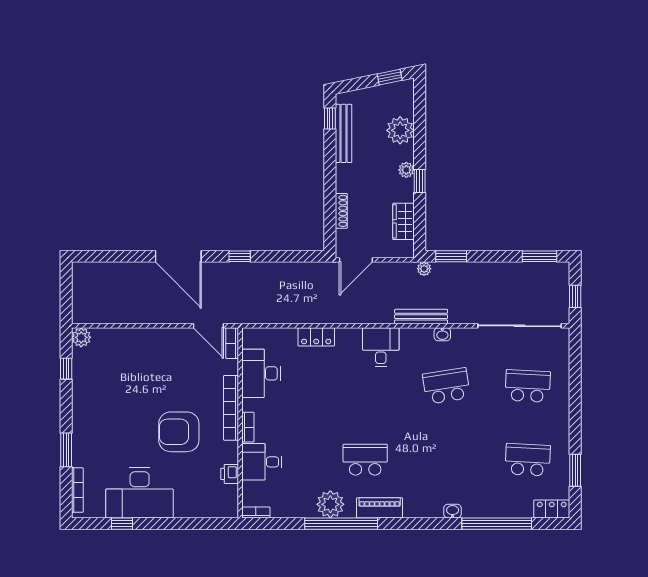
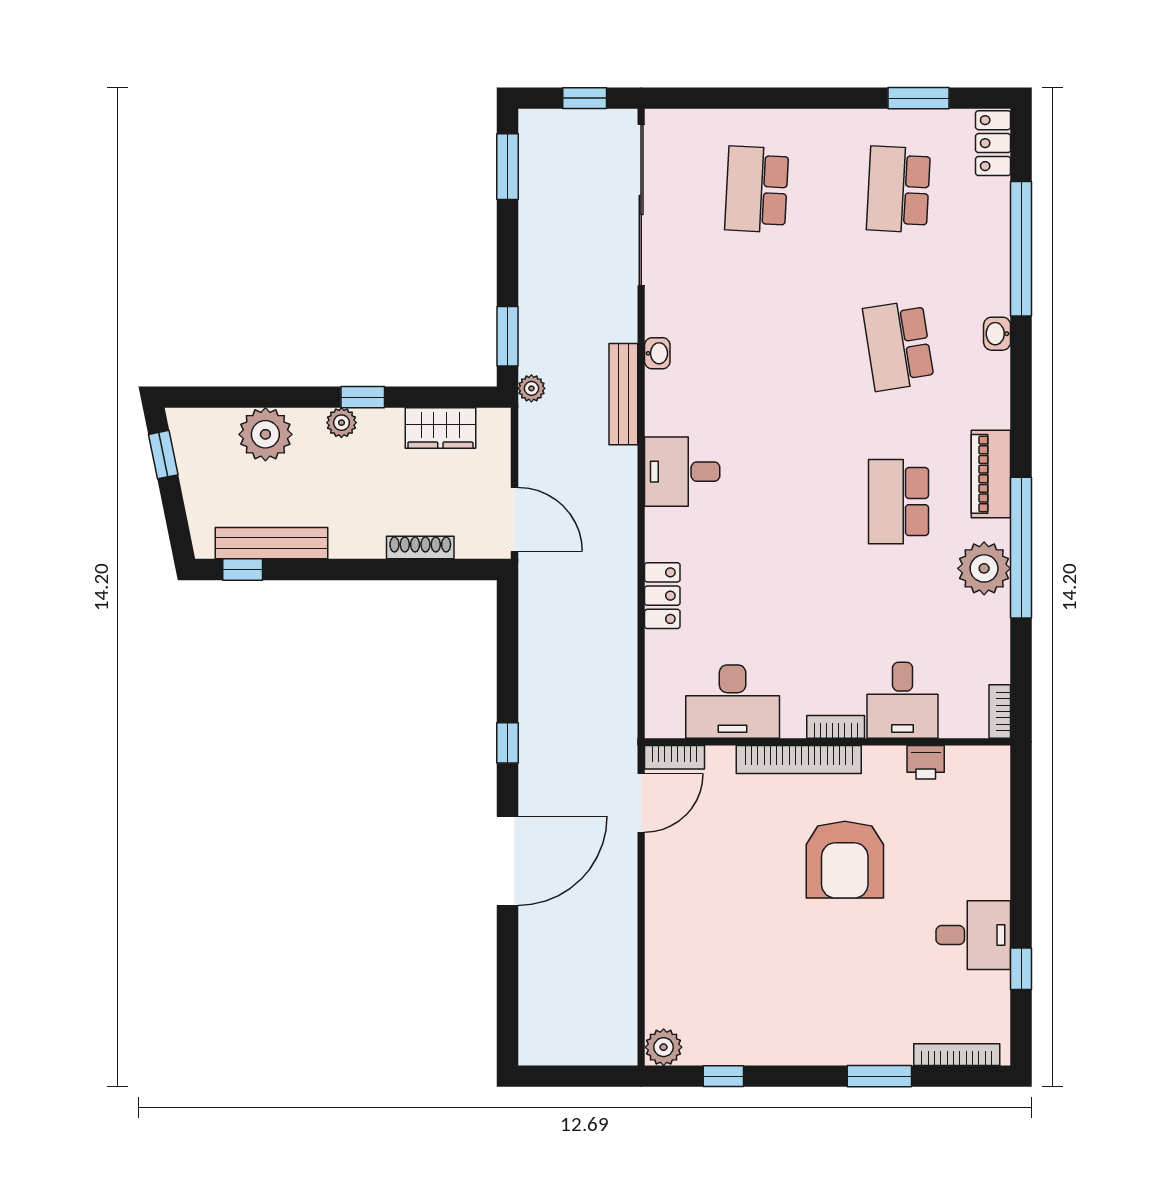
school desk: (446, 386) -> (898, 345), moved
desk: (140, 493) -> (973, 935), width x0.53, depth x0.77

